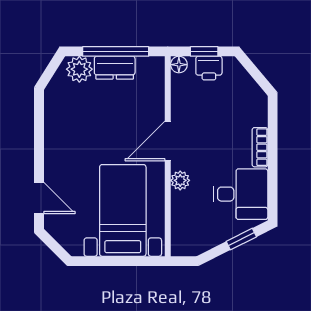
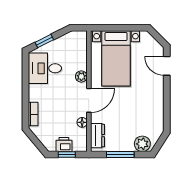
window: (116, 51) -> (120, 155), width x0.69
floor lamp: (179, 65) -> (82, 122), moved
dresser: (115, 68) -> (98, 136), moved, turned 90
bookcase: (260, 147) -> (33, 114), moved

